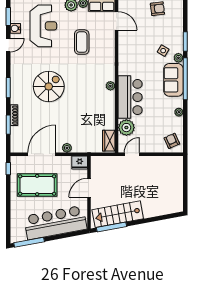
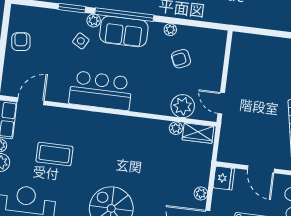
plant: (110, 86) -> (176, 128), moved
bar counter: (130, 97) -> (101, 91), moved
armchair: (172, 141) -> (181, 59), moved

